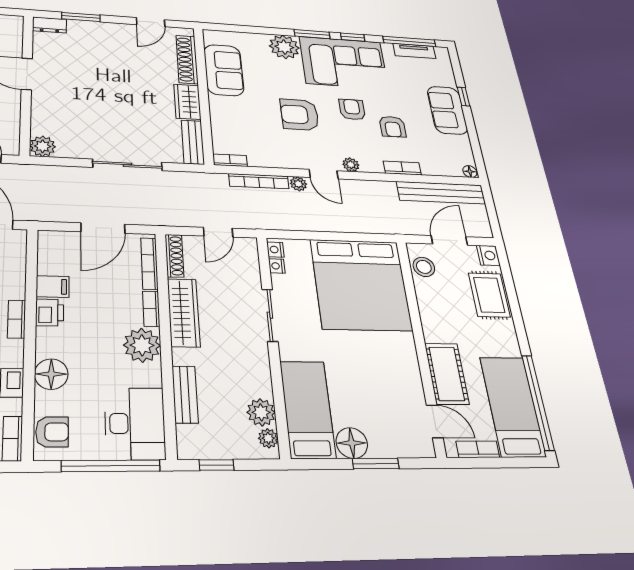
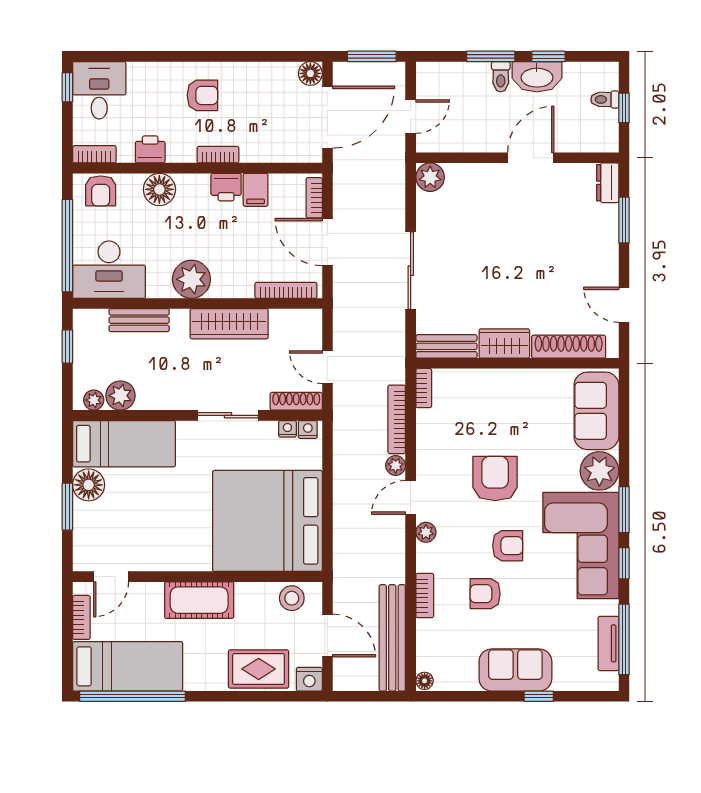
sofa: (224, 70) -> (596, 411), moved, turned 90
shoe rack: (174, 256) -> (296, 401), moved, turned 180
bookcase: (151, 309) -> (314, 198), moved, turned -90
cot: (447, 374) -> (199, 600), moved

